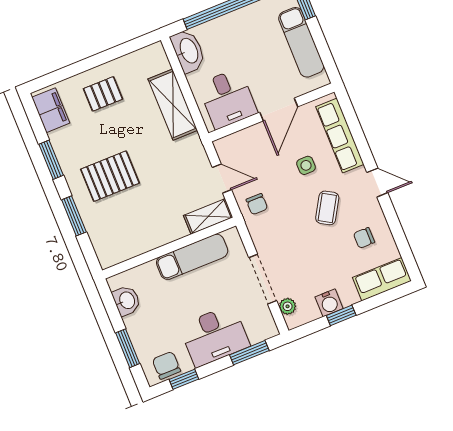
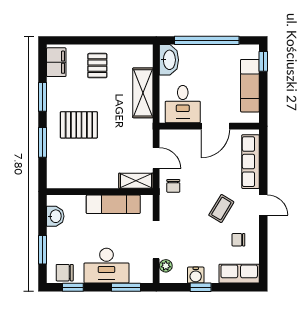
pallet: (103, 94) -> (97, 66), turned 90
side table: (306, 165) -> (219, 173), removed
chair: (166, 365) -> (65, 273), turned -90

